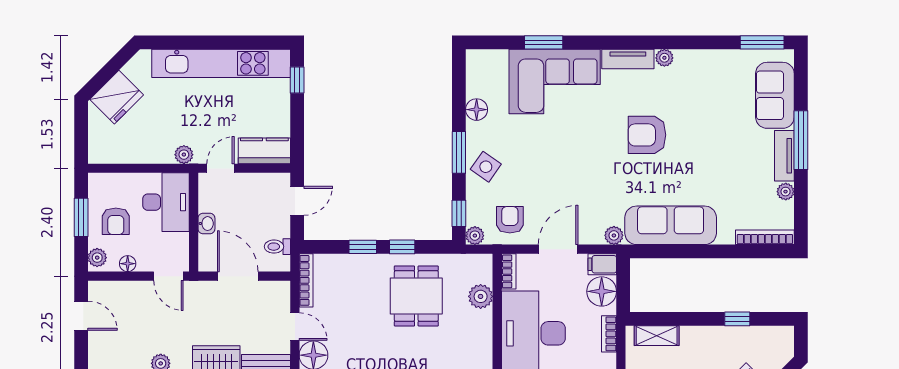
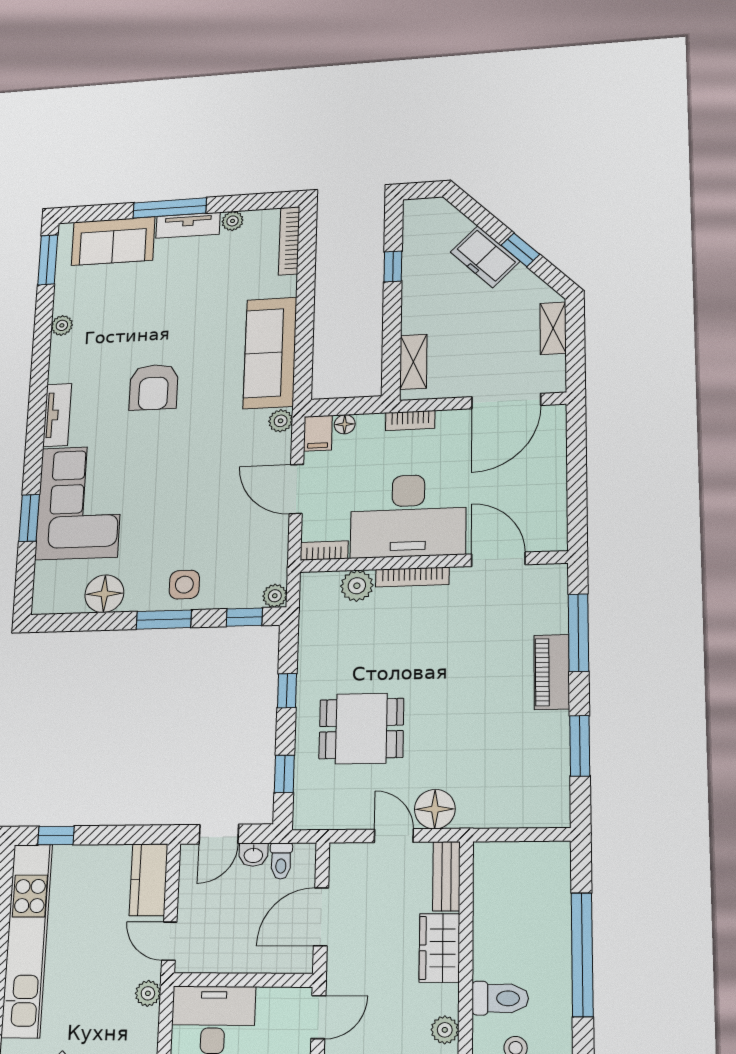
plant: (664, 58) -> (62, 325), moved
floor lamp: (477, 110) -> (104, 594), width x1.38, depth x1.38
side table: (486, 167) -> (184, 585), turned -35
door: (297, 201) -> (219, 834), swing flipped
armchair: (510, 220) -> (255, 552), removed
washbasin: (206, 224) -> (253, 855), moved, turned 180
window: (363, 247) -> (284, 774), moved
bookcase: (306, 280) -> (412, 577), moved, turned 180
floor lamp: (602, 291) -> (345, 424), width x0.53, depth x0.53
dining table: (416, 296) -> (361, 729), moved
door: (295, 327) -> (394, 836), hinge flipped

